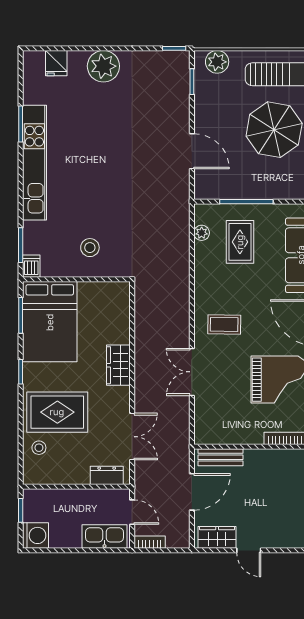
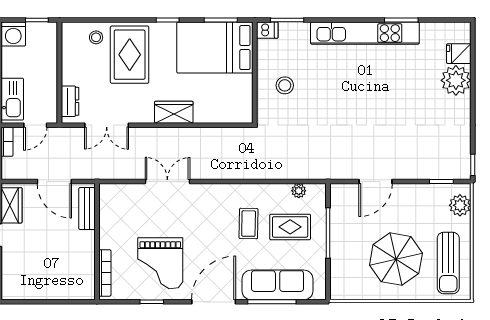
plant: (103, 66) -> (456, 80), moved
coffee table: (224, 324) -> (249, 224), moved

